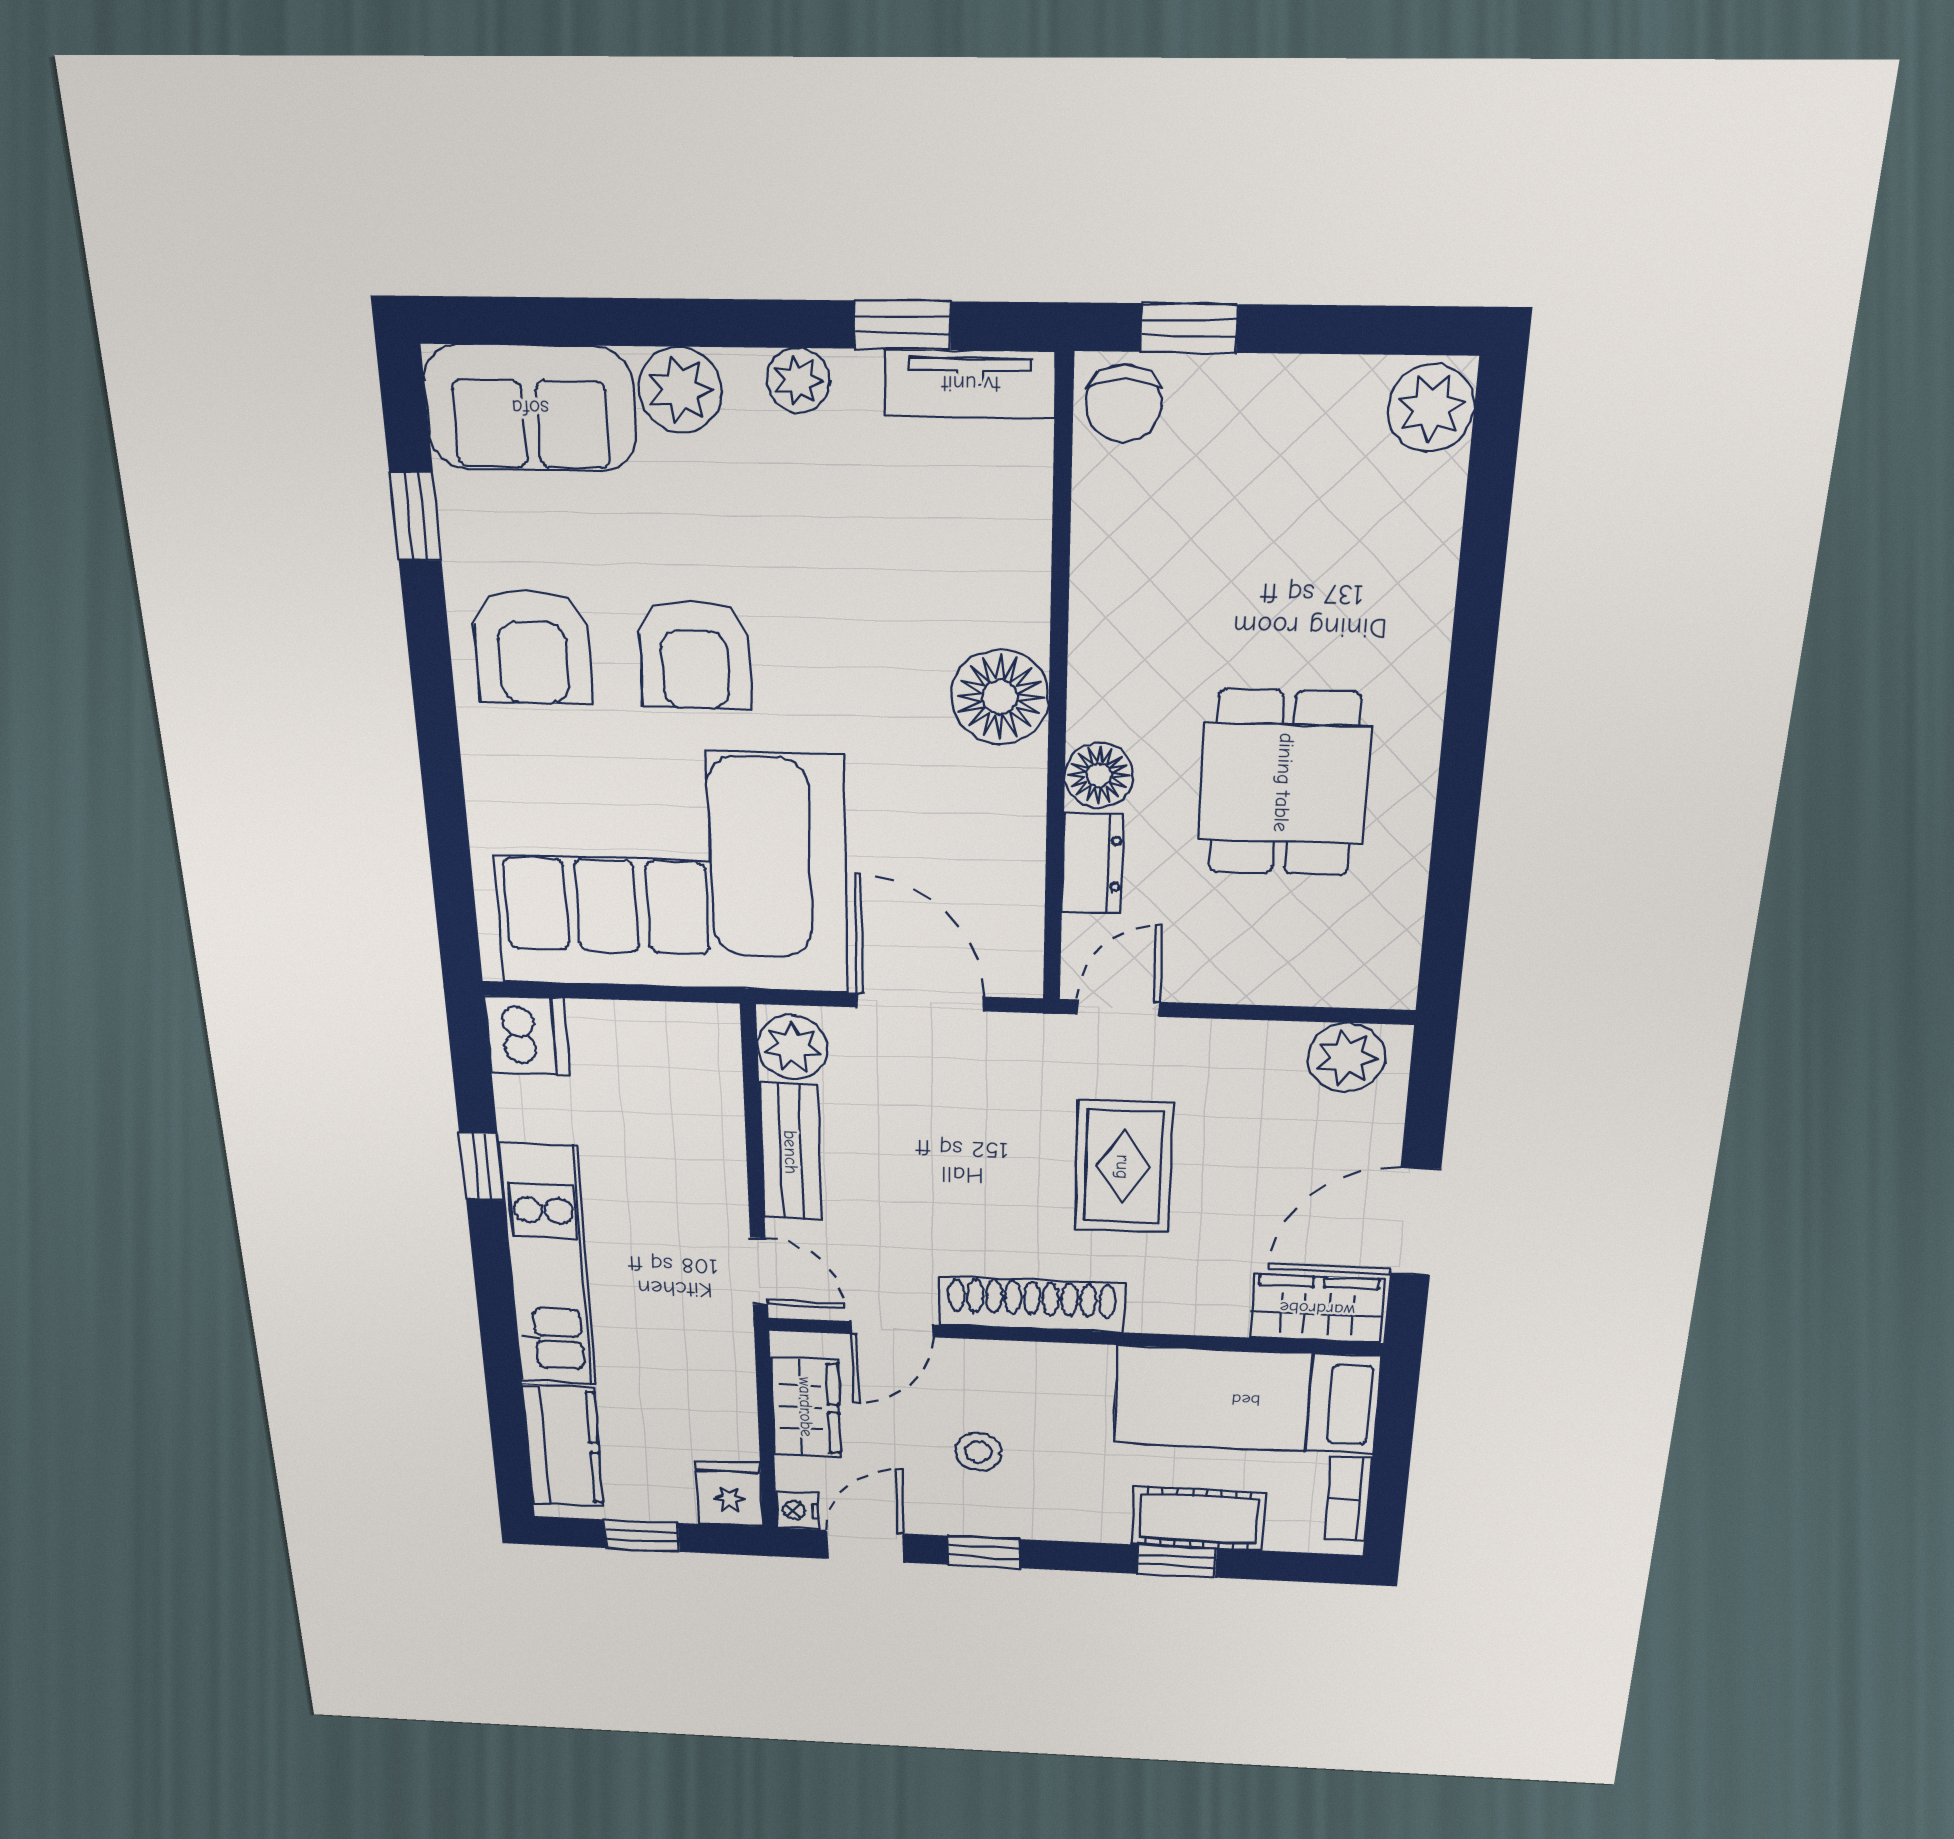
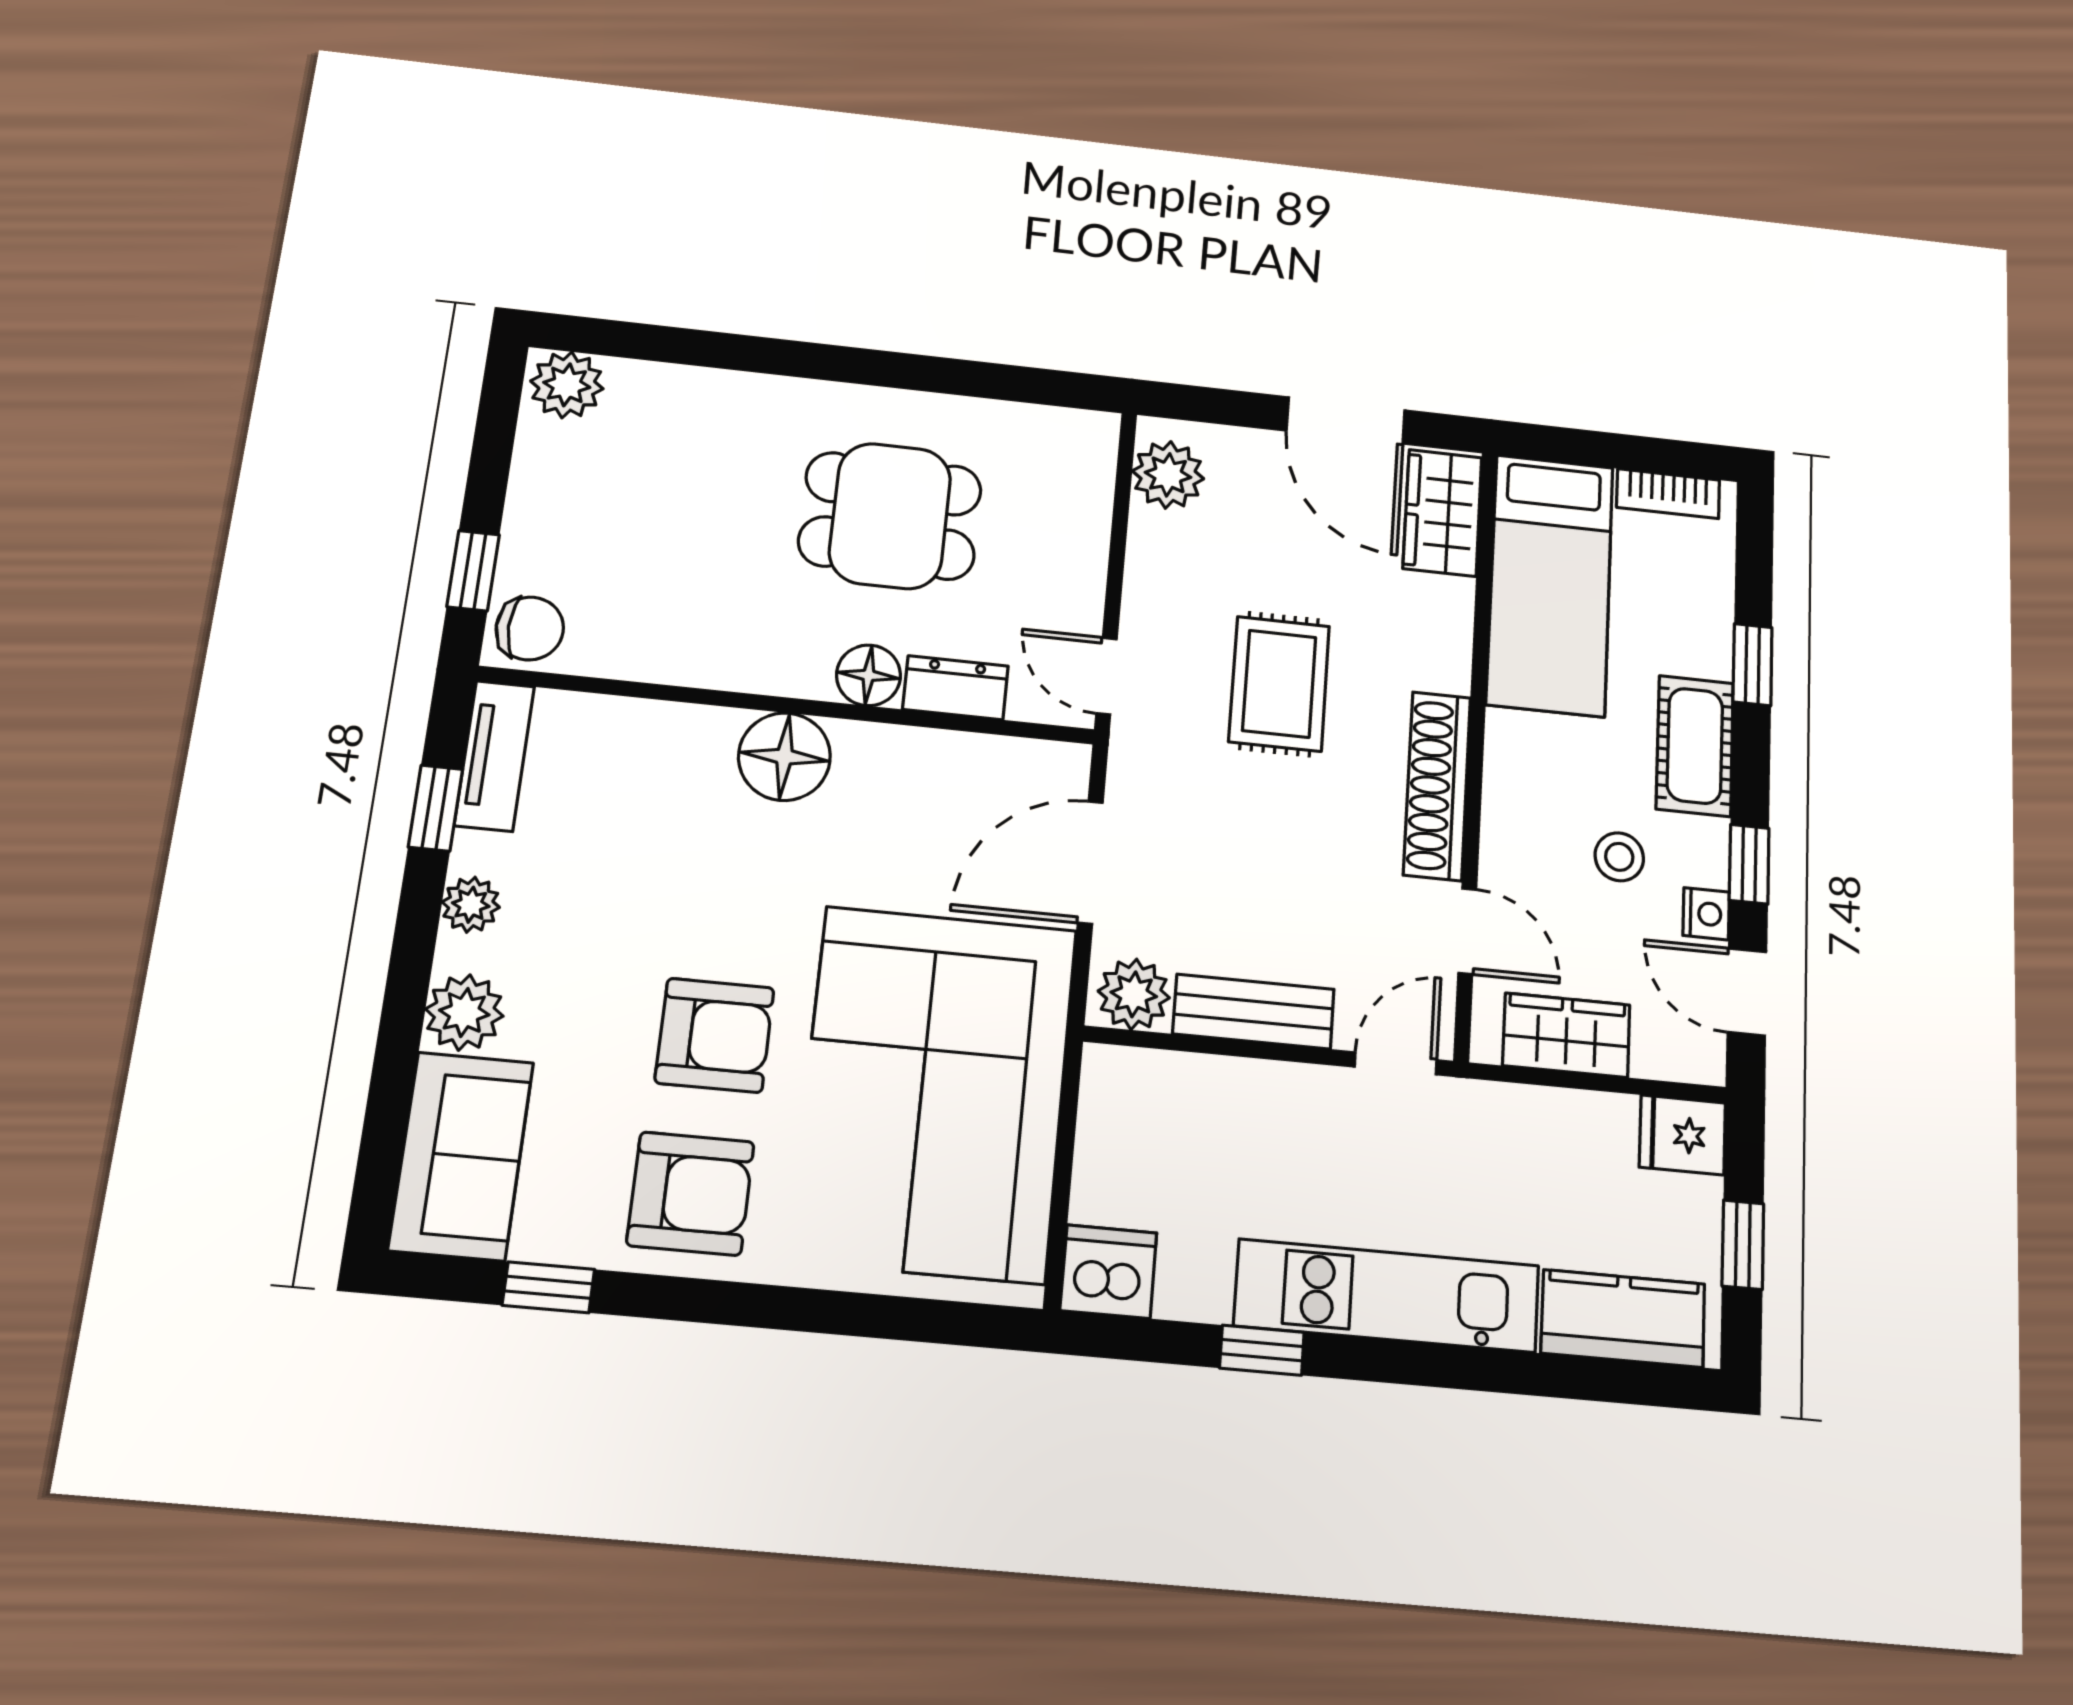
rug: (1123, 1167) -> (1279, 684), turned 90
nightstand: (797, 1510) -> (1706, 914), moved, turned -90
cot: (1198, 1519) -> (1695, 746), moved

